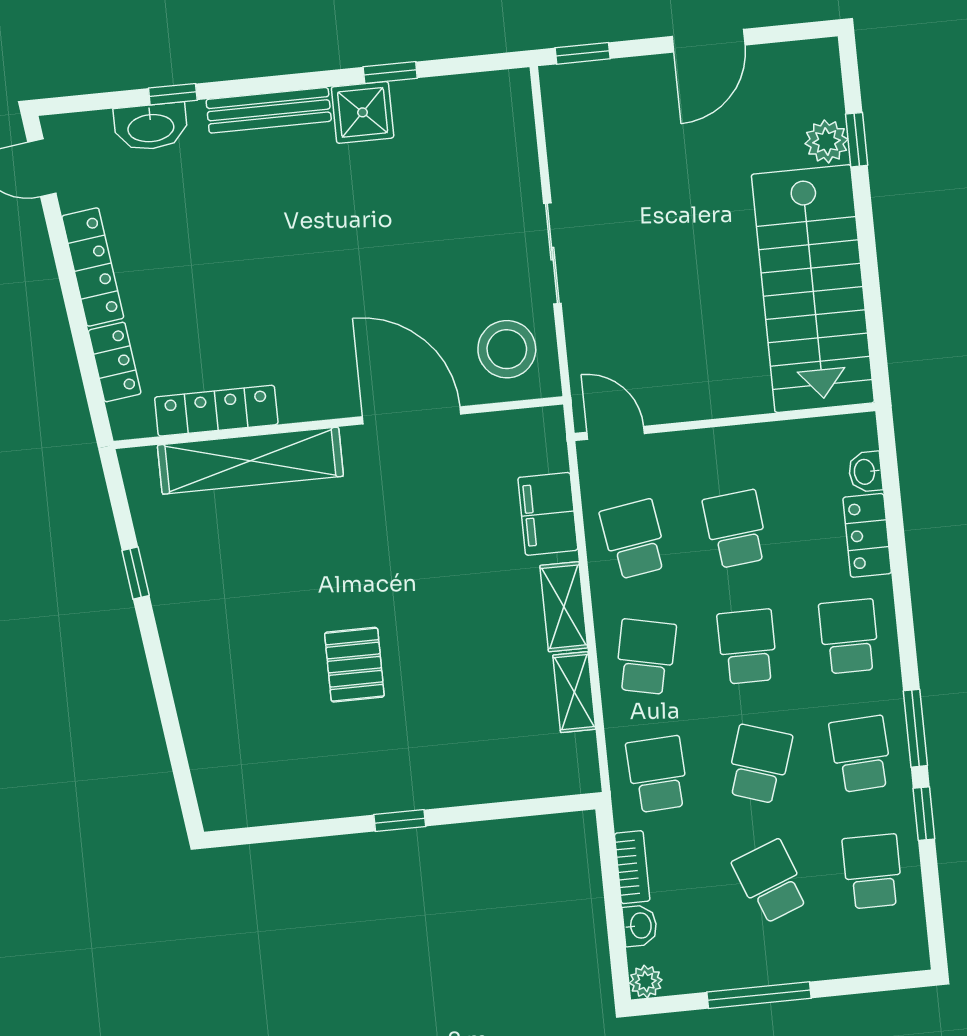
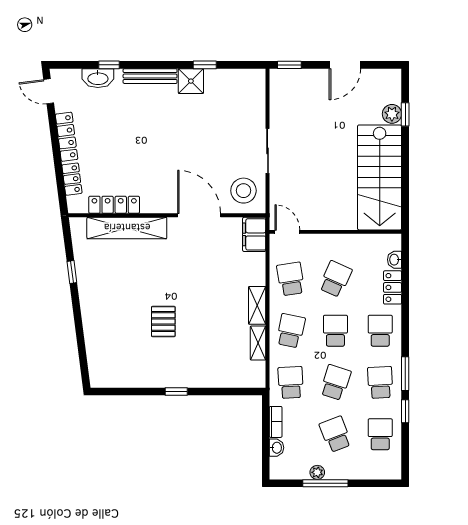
filing cabinet: (548, 514) -> (254, 234), moved
school desk: (736, 529) -> (335, 279), turned 30
plant: (646, 982) -> (317, 472), moved

